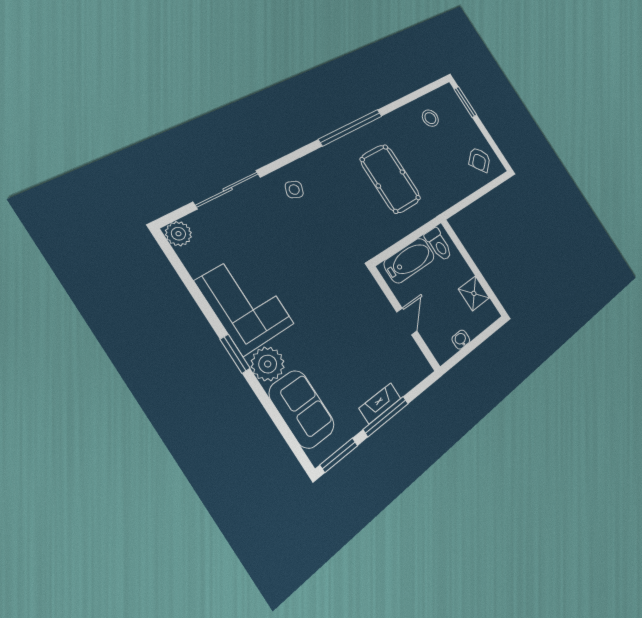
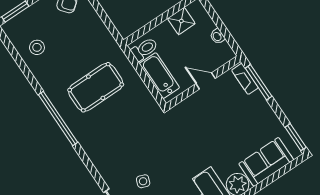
side table: (294, 190) -> (143, 181), moved
fireplace: (380, 403) -> (245, 79), moved
window: (386, 416) -> (259, 82), moved

